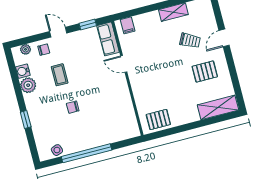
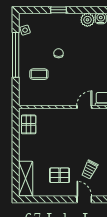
pallet: (205, 72) -> (60, 175), turned 90
coffee table: (60, 75) -> (39, 74), moved

